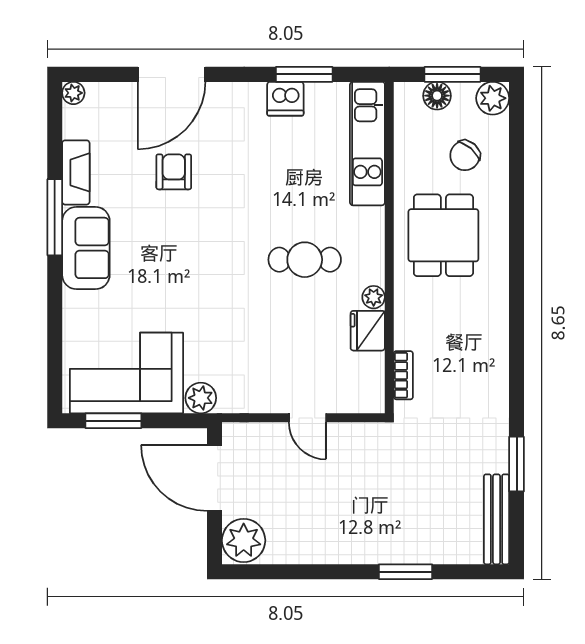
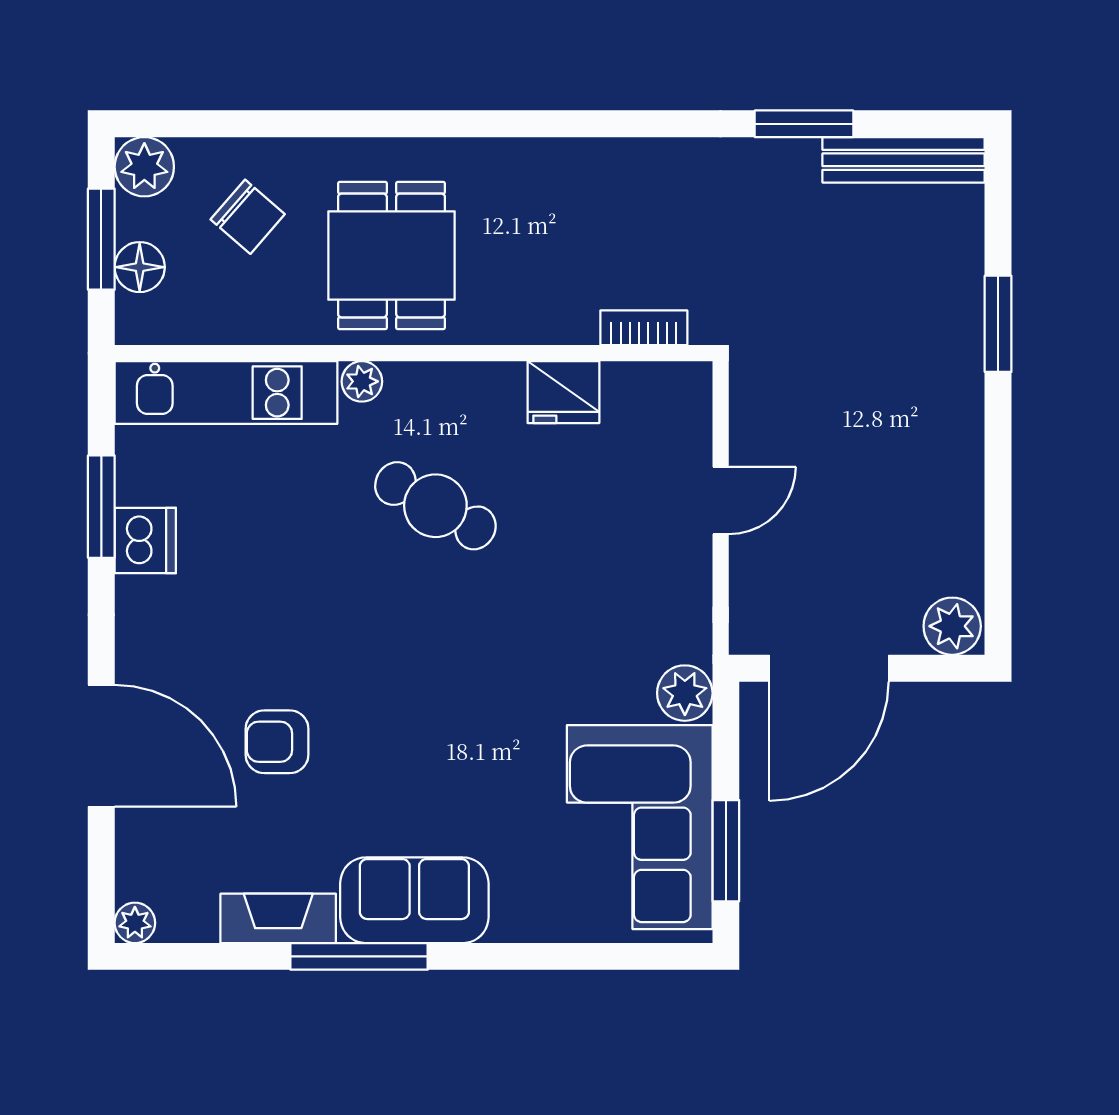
dining table: (443, 235) -> (391, 256), turned 90
cafe table: (305, 260) -> (435, 506), turned -61
plant: (374, 297) -> (362, 381), moved
plant: (244, 540) -> (952, 626), width x0.73, depth x0.73

